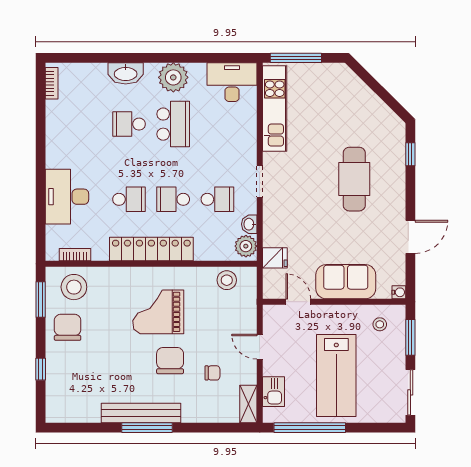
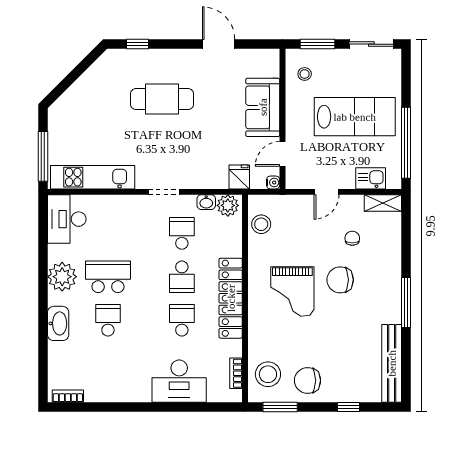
school desk: (129, 124) -> (108, 320), turned 180
water cooler: (399, 292) -> (273, 182), moved, turned 90
bench: (141, 413) -> (392, 363), moved

